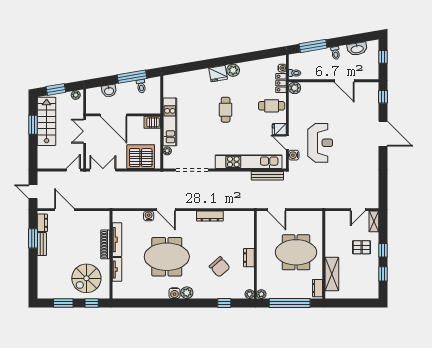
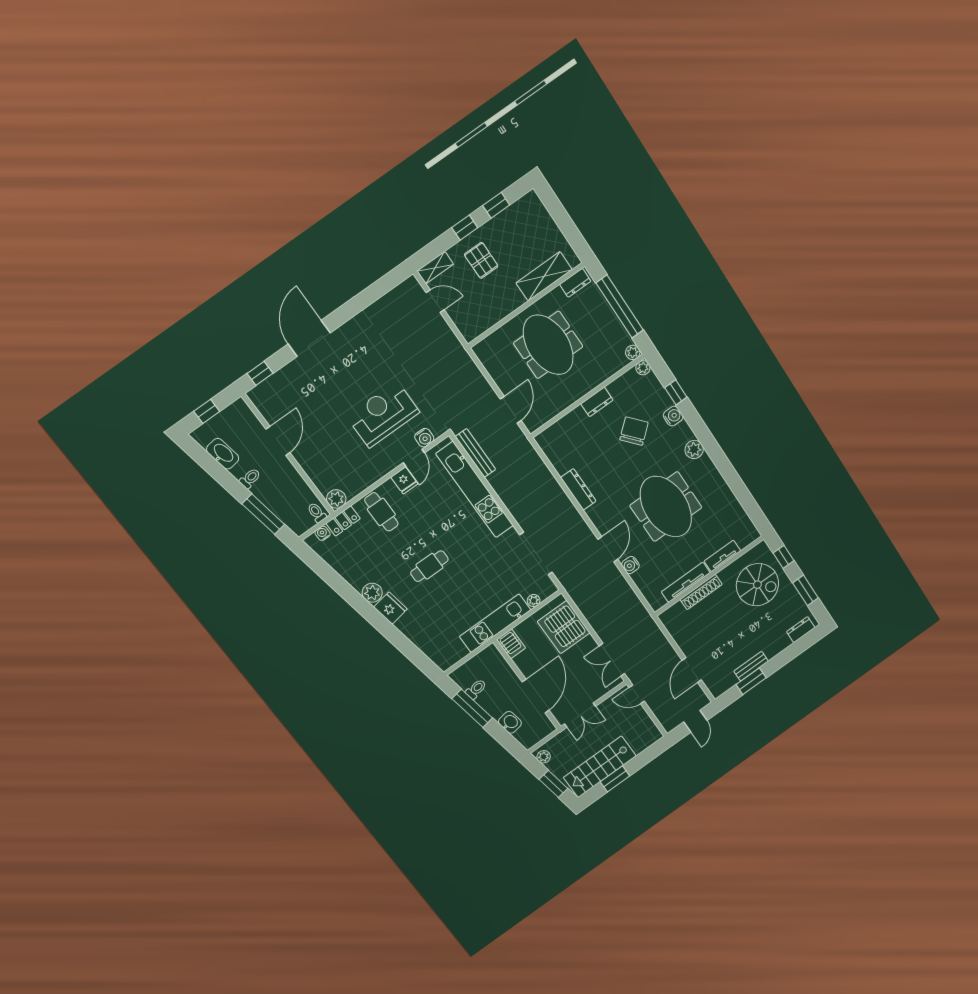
dresser: (42, 223) -> (801, 630), moved
water cooler: (174, 293) -> (673, 416), moved

